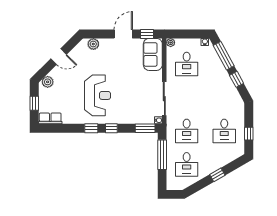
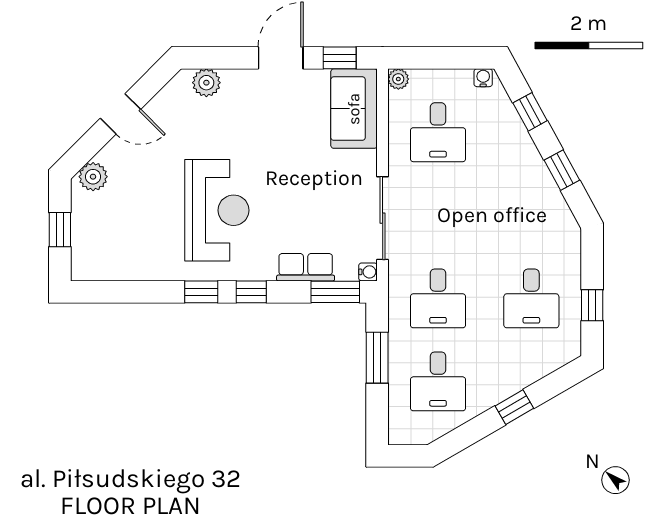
window: (224, 56) -> (530, 112), width x0.46
row of seats: (50, 118) -> (306, 267), moved
window: (162, 155) -> (377, 358), width x0.69

